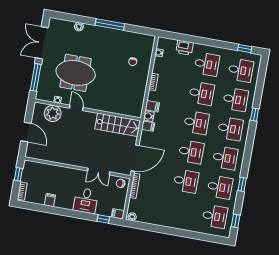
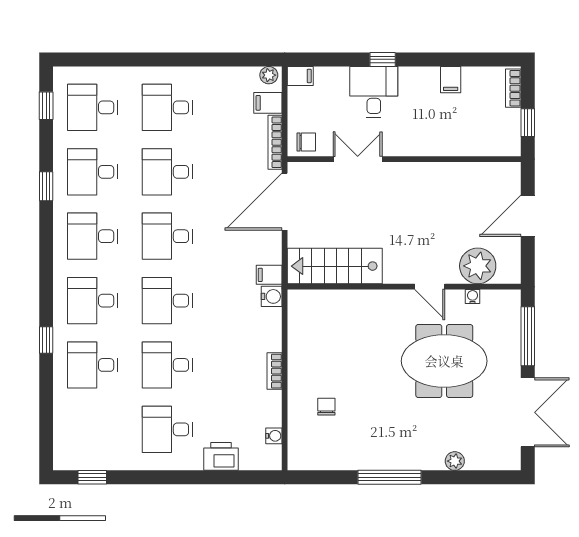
desk: (241, 70) -> (167, 107), moved
filing cabinet: (152, 106) -> (268, 103), moved
door: (26, 132) -> (528, 216), hinge flipped
window: (103, 219) -> (383, 59), moved

